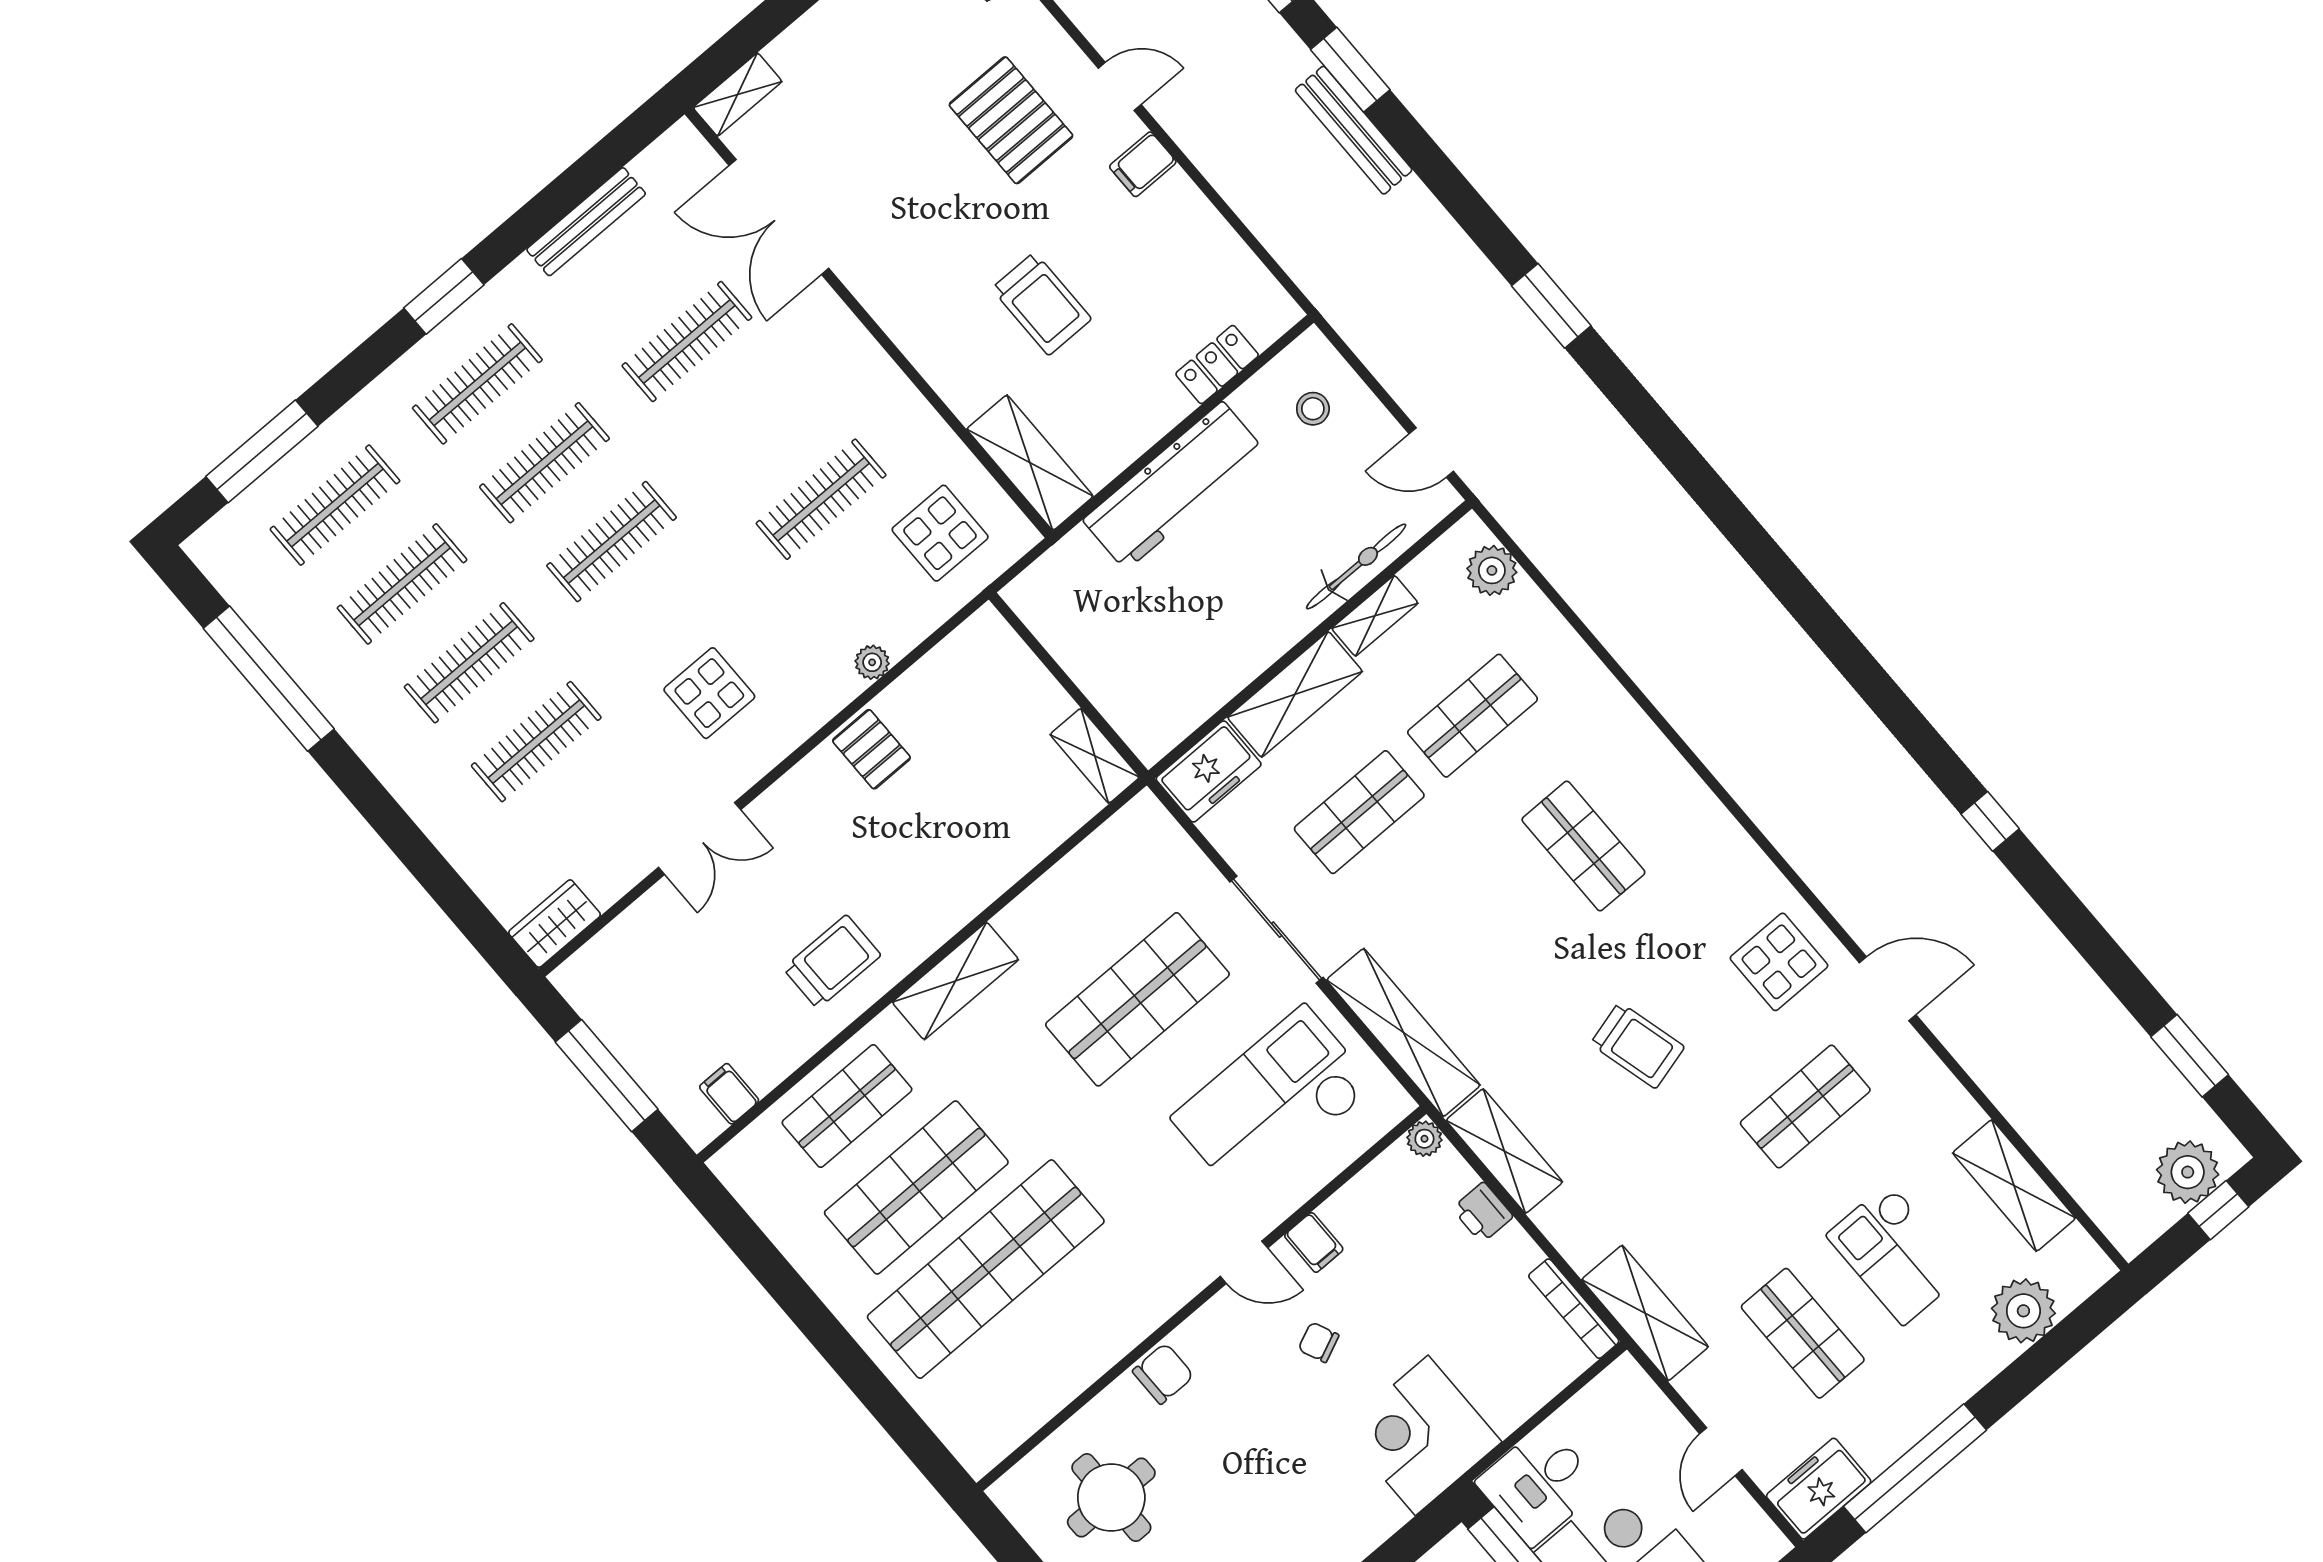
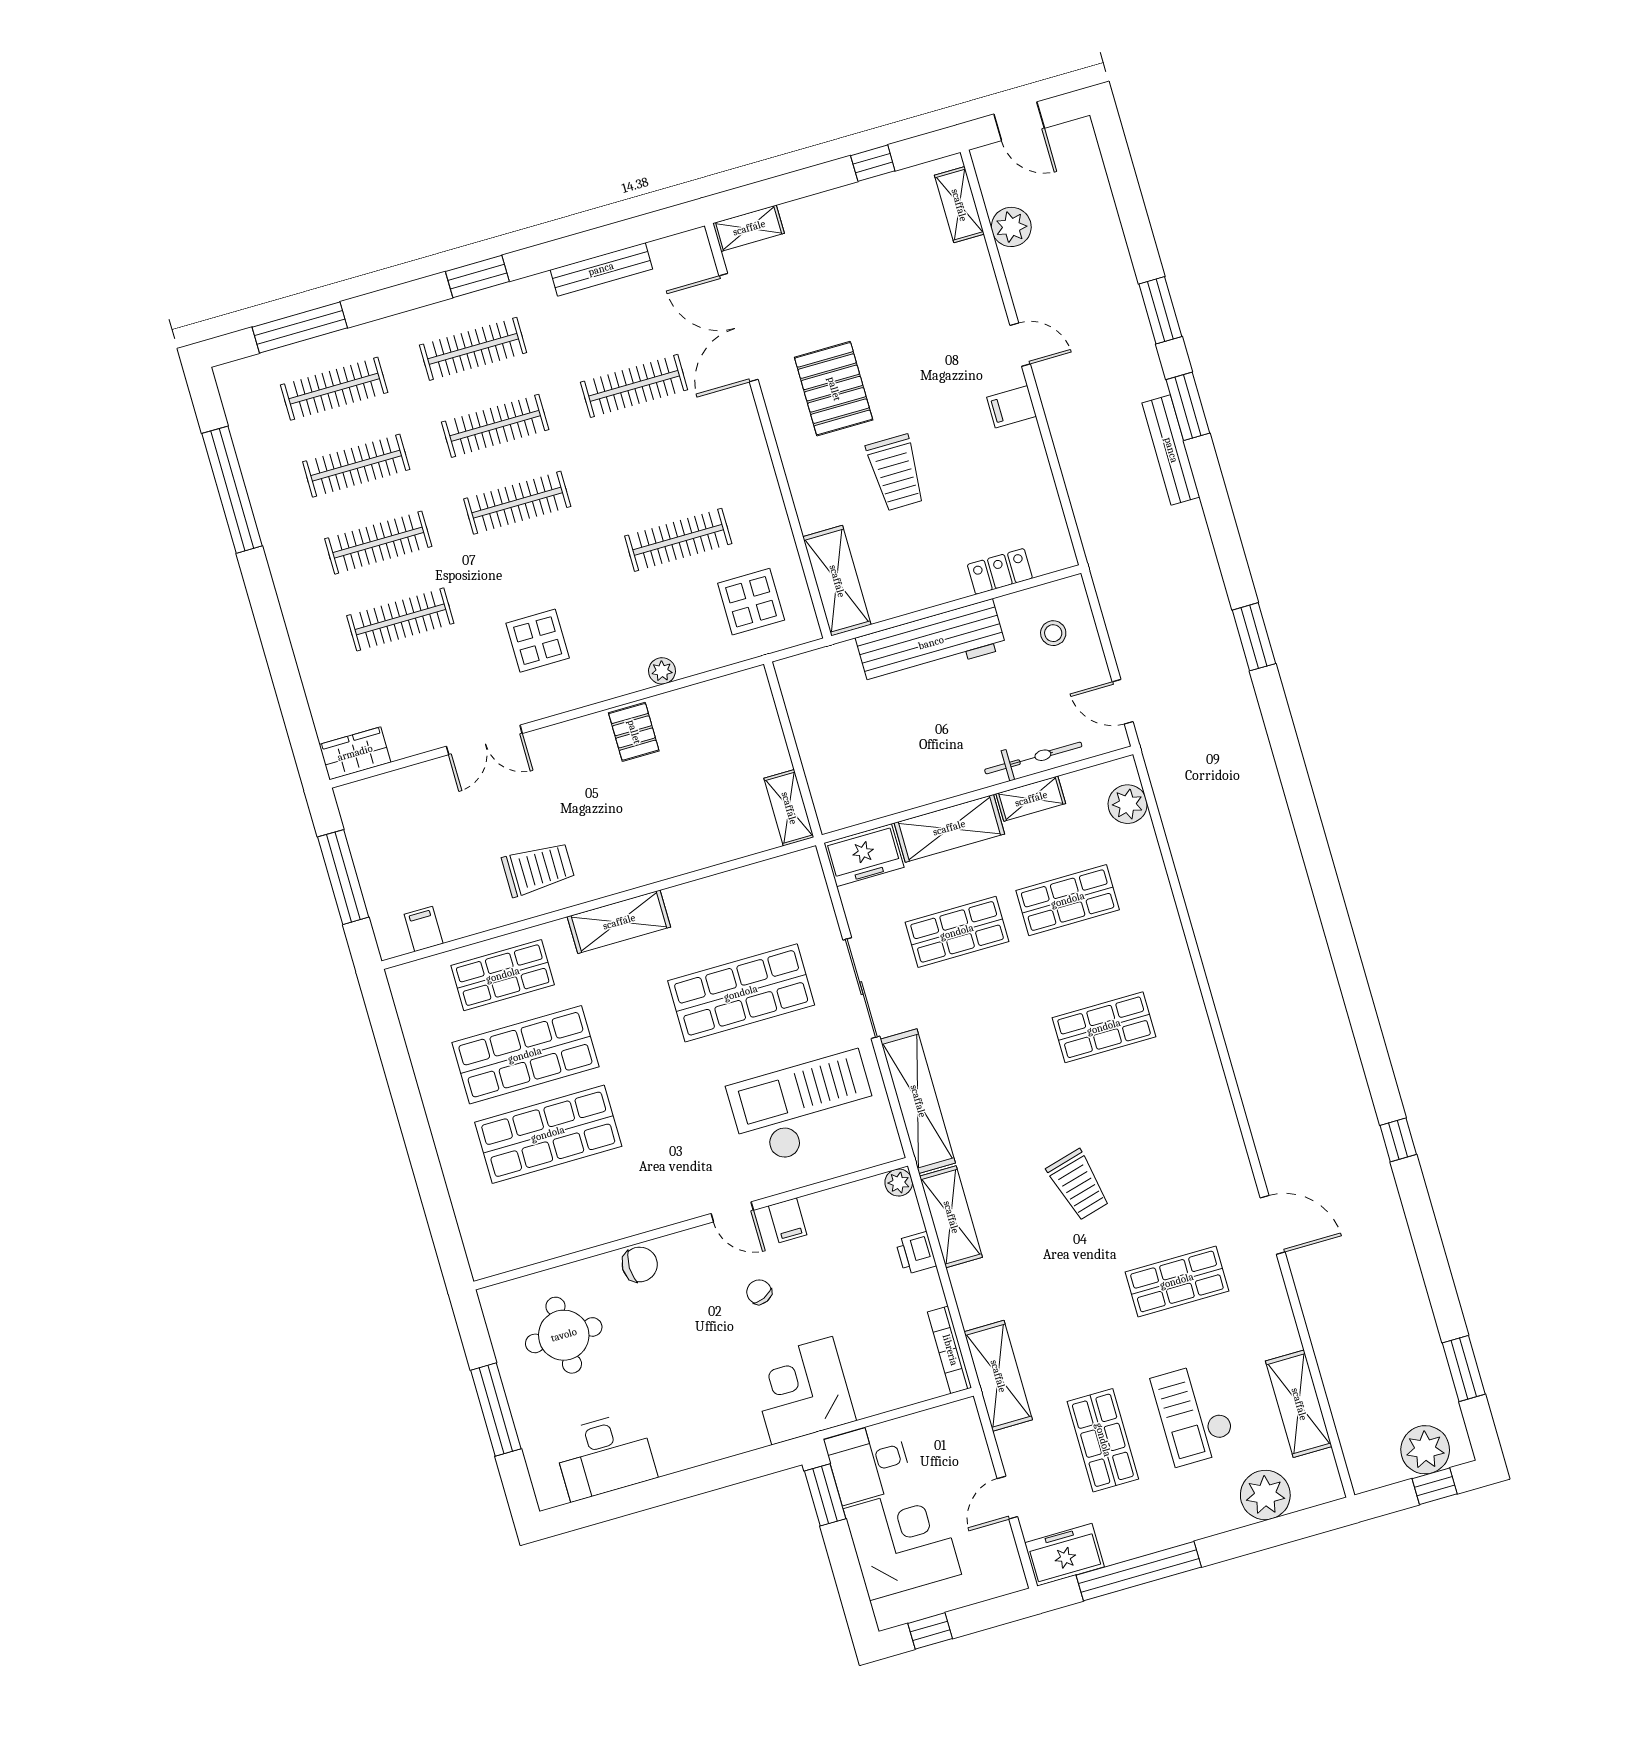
pallet: (1011, 120) -> (834, 389), moved
shop shelf: (1583, 846) -> (1104, 1027), turned 90
display table: (1779, 962) -> (1205, 1171), removed
shop shelf: (986, 1269) -> (548, 1134), width x0.71

